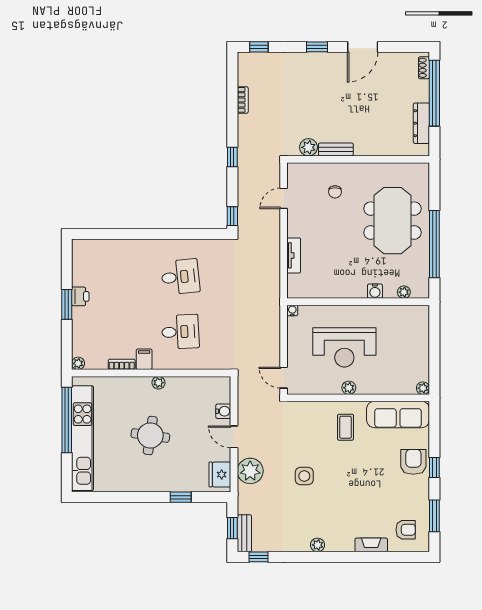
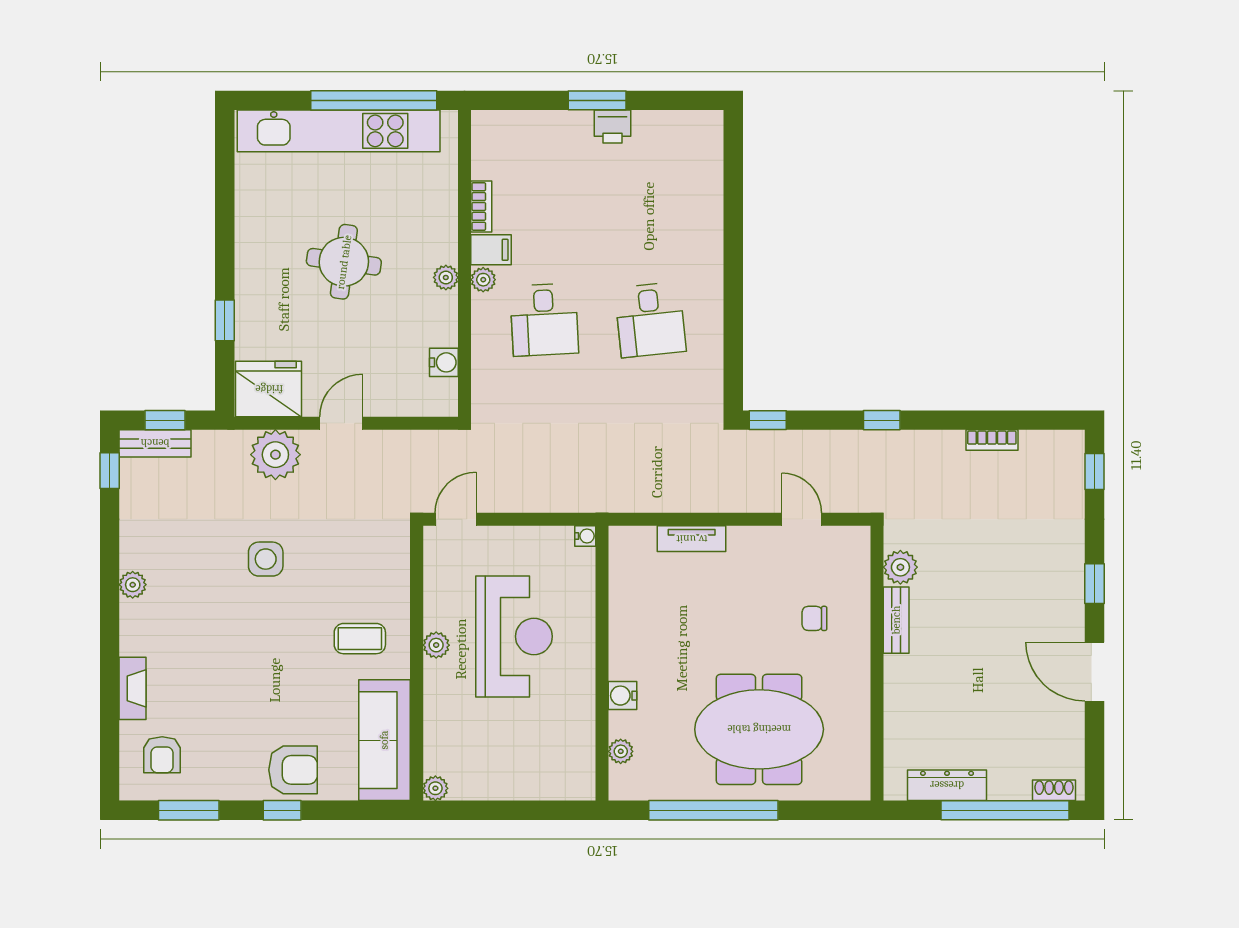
reception desk: (344, 347) -> (514, 636), turned 180
plant: (78, 363) -> (483, 280), moved
water cooler: (223, 411) -> (444, 362), moved, turned -90
fridge: (220, 475) -> (269, 389), width x1.36, depth x1.34

